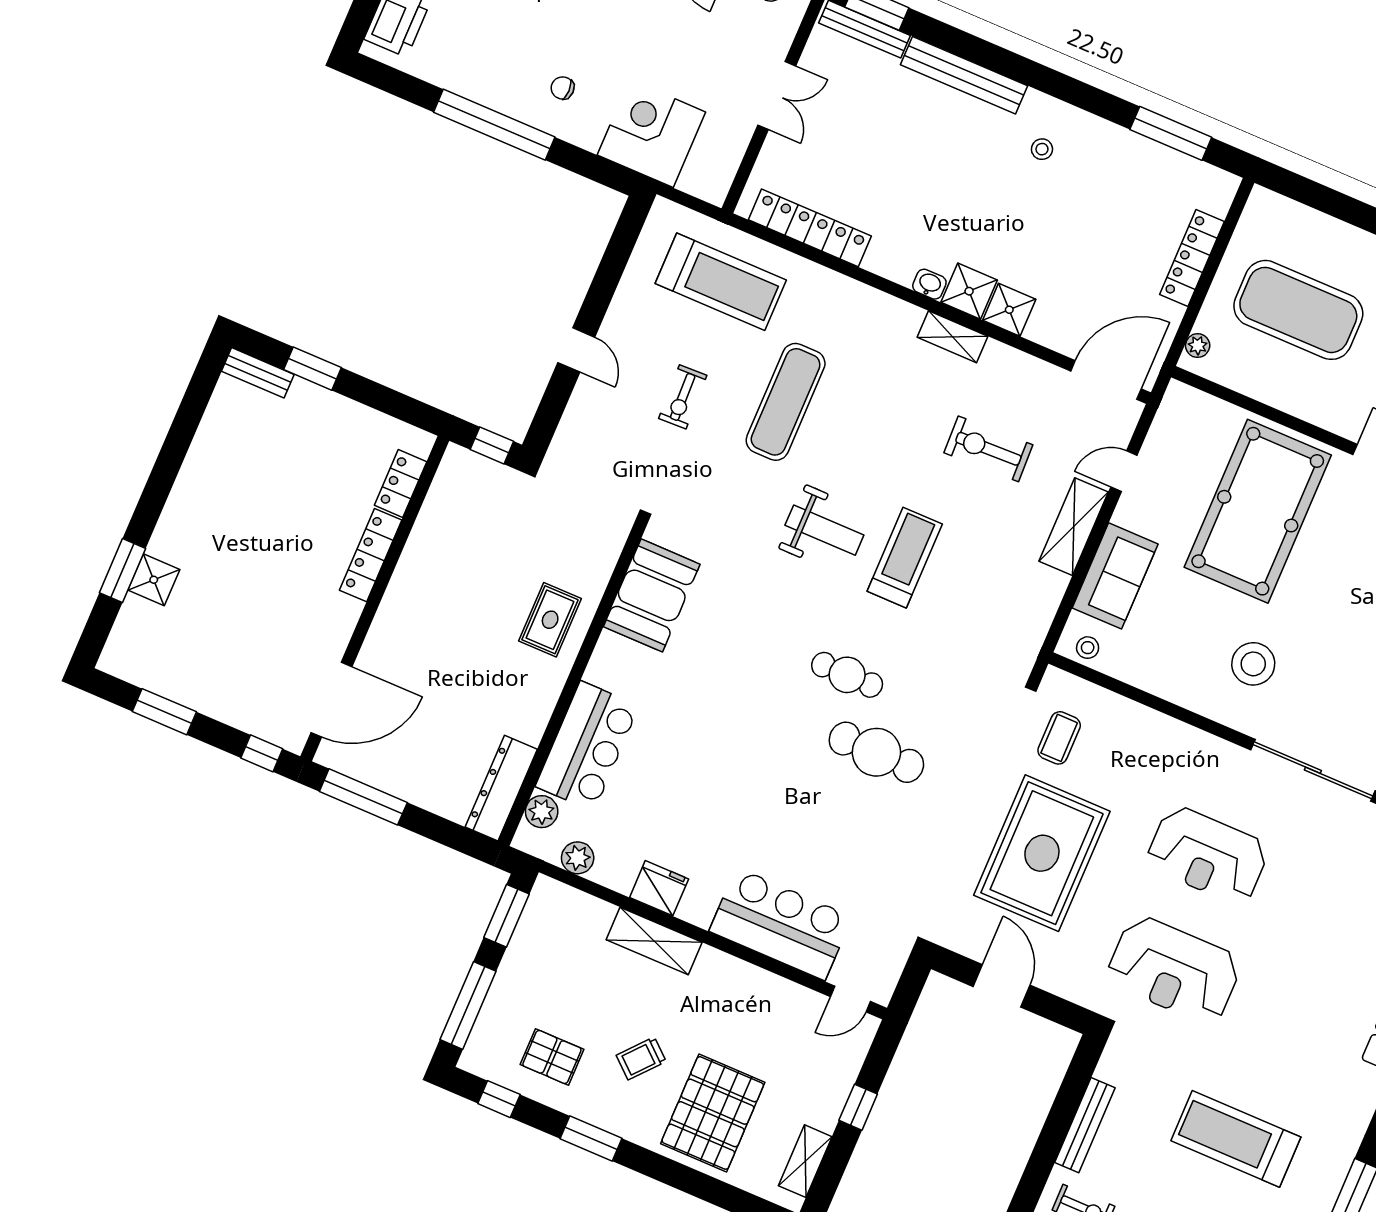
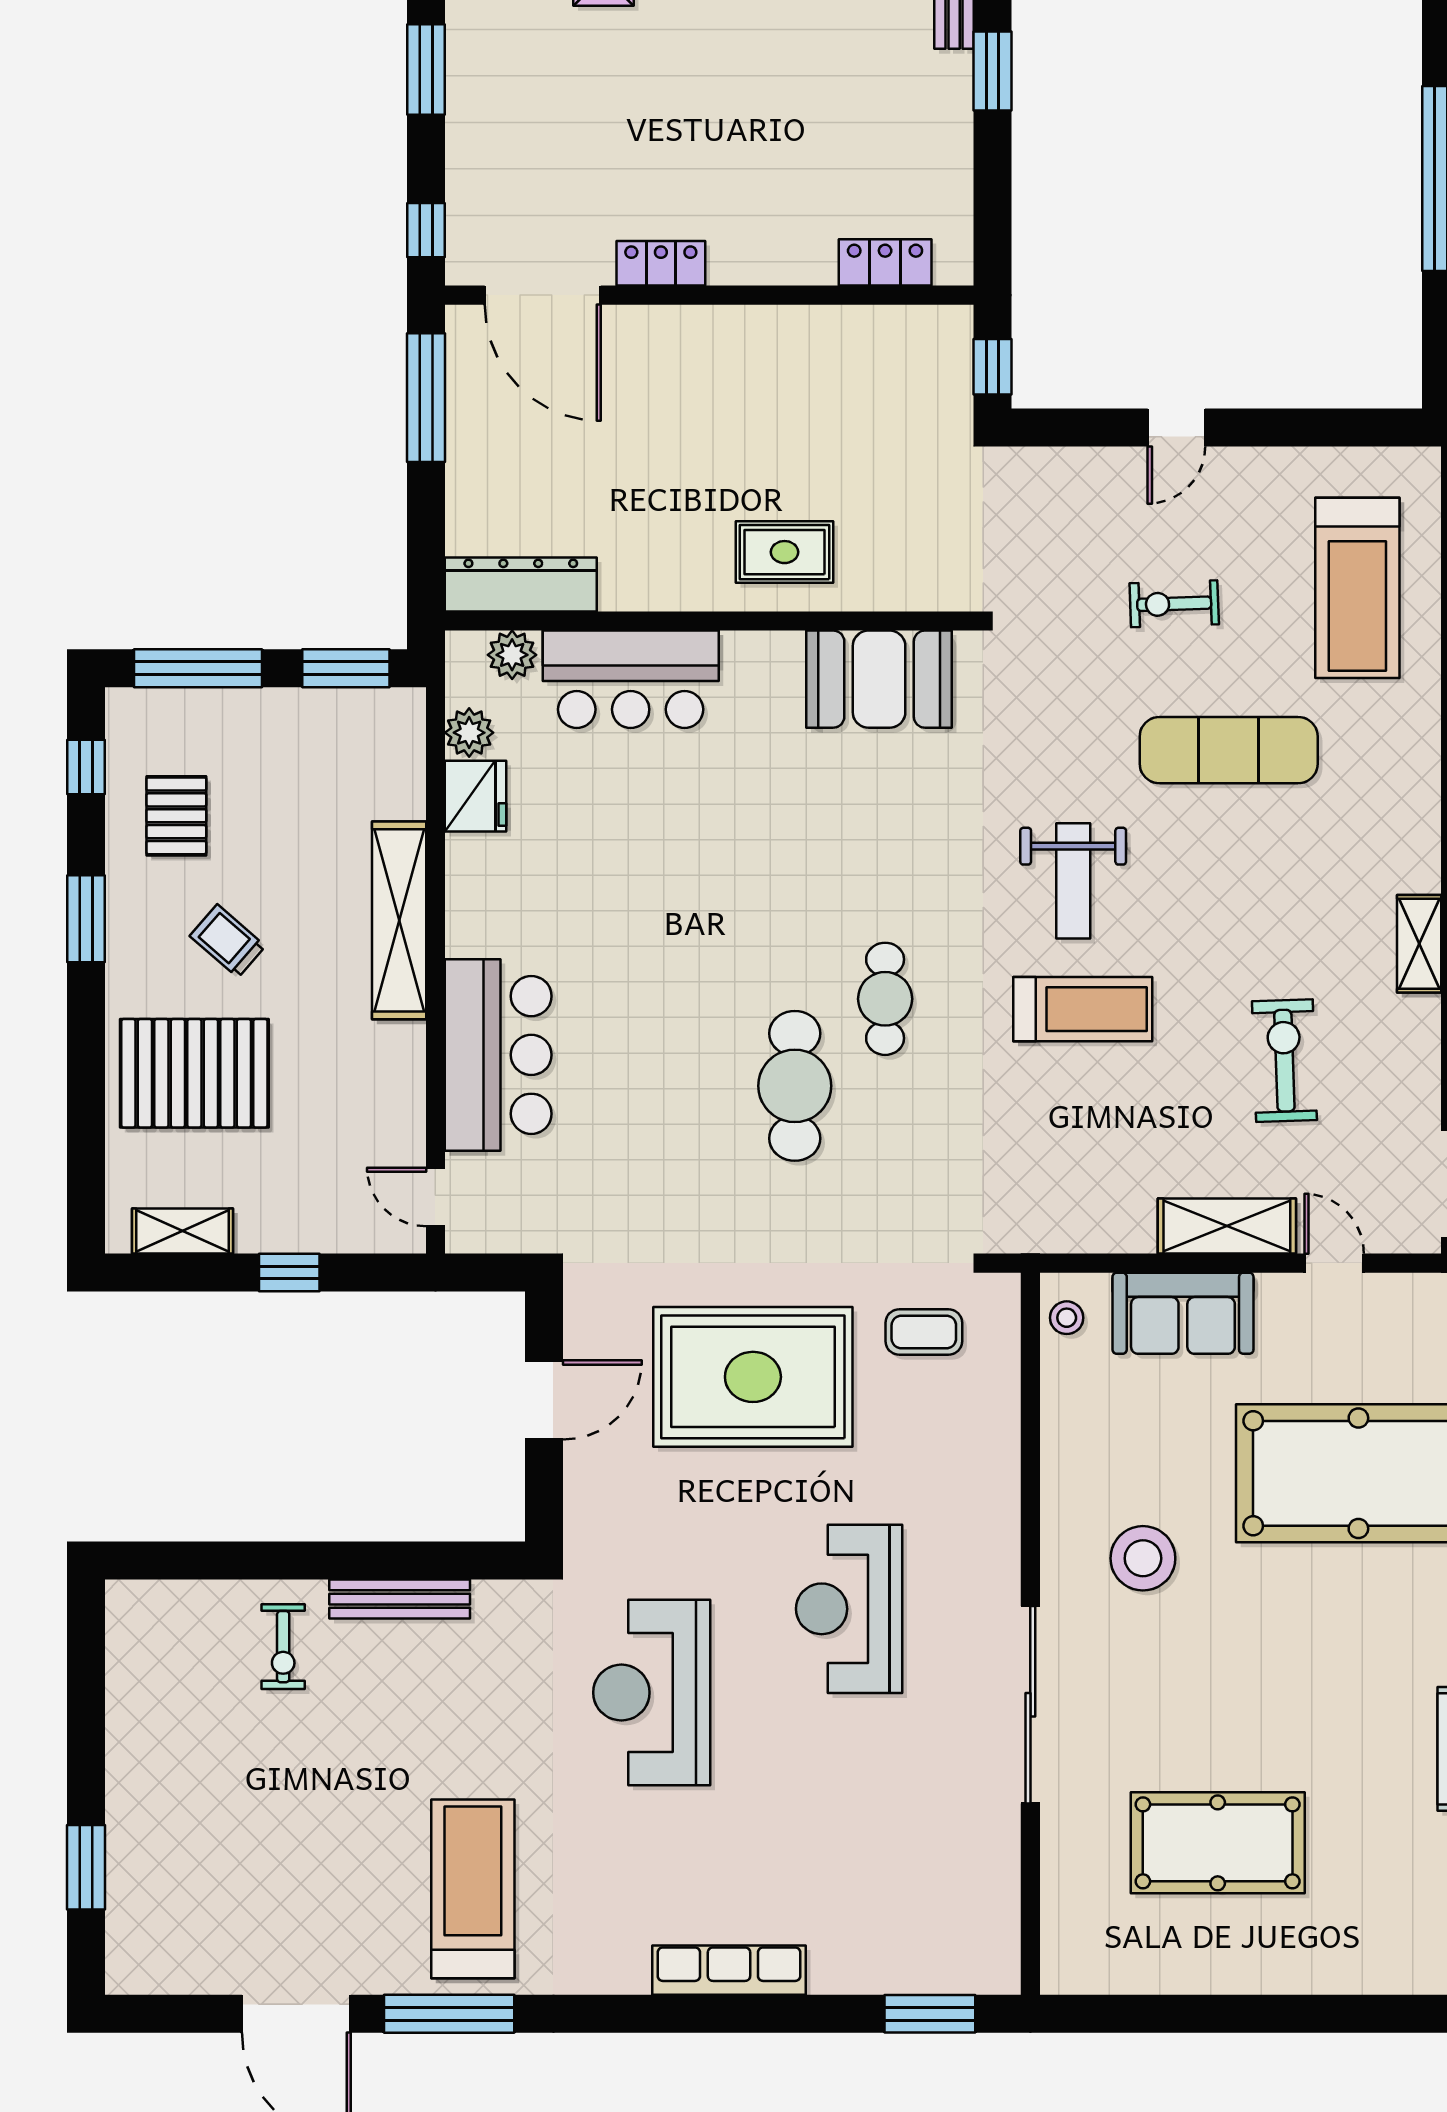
locker: (371, 555) -> (661, 263), moved, width x0.66
fridge: (659, 888) -> (475, 796), moved
shelving: (654, 941) -> (399, 920), width x1.47
reception desk: (1174, 970) -> (652, 1693), moved
treadmill: (1236, 1139) -> (473, 1889), moved

